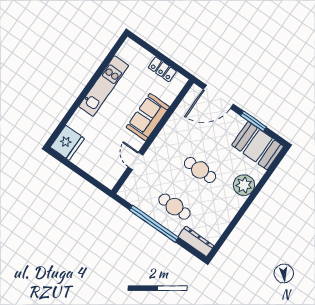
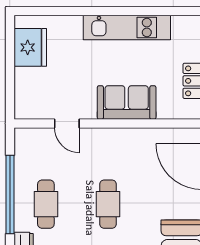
fridge: (67, 143) -> (30, 47), moved, turned -90
door: (135, 161) -> (67, 123), swing flipped

